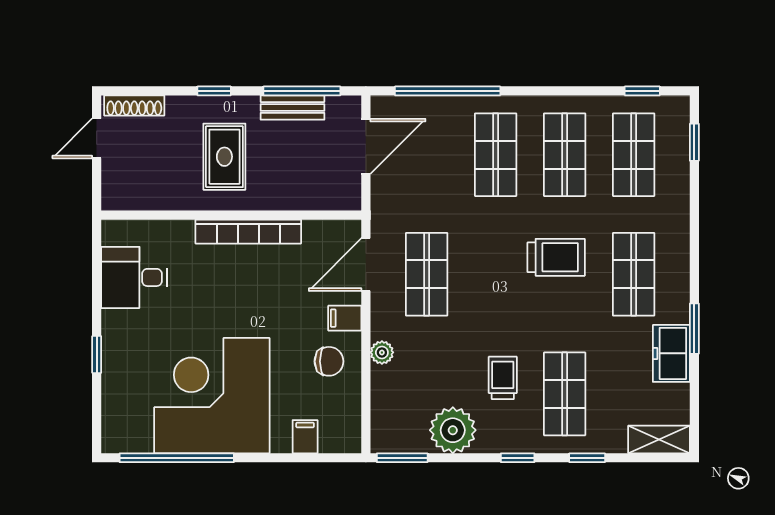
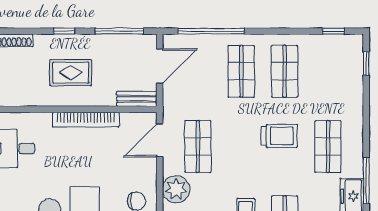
bench: (293, 107) -> (137, 99), moved
shop shelf: (634, 155) -> (328, 71), removed
rug: (224, 157) -> (71, 73), turned 90
filing cabinet: (345, 318) -> (146, 174), removed
window: (694, 329) -> (366, 181), width x1.44
plant: (382, 352) -> (176, 189), width x1.87, depth x1.87

